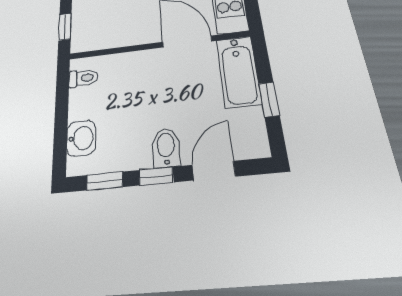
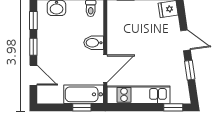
window: (269, 99) -> (82, 107), moved
bidet: (166, 148) -> (94, 43), moved, turned 180

